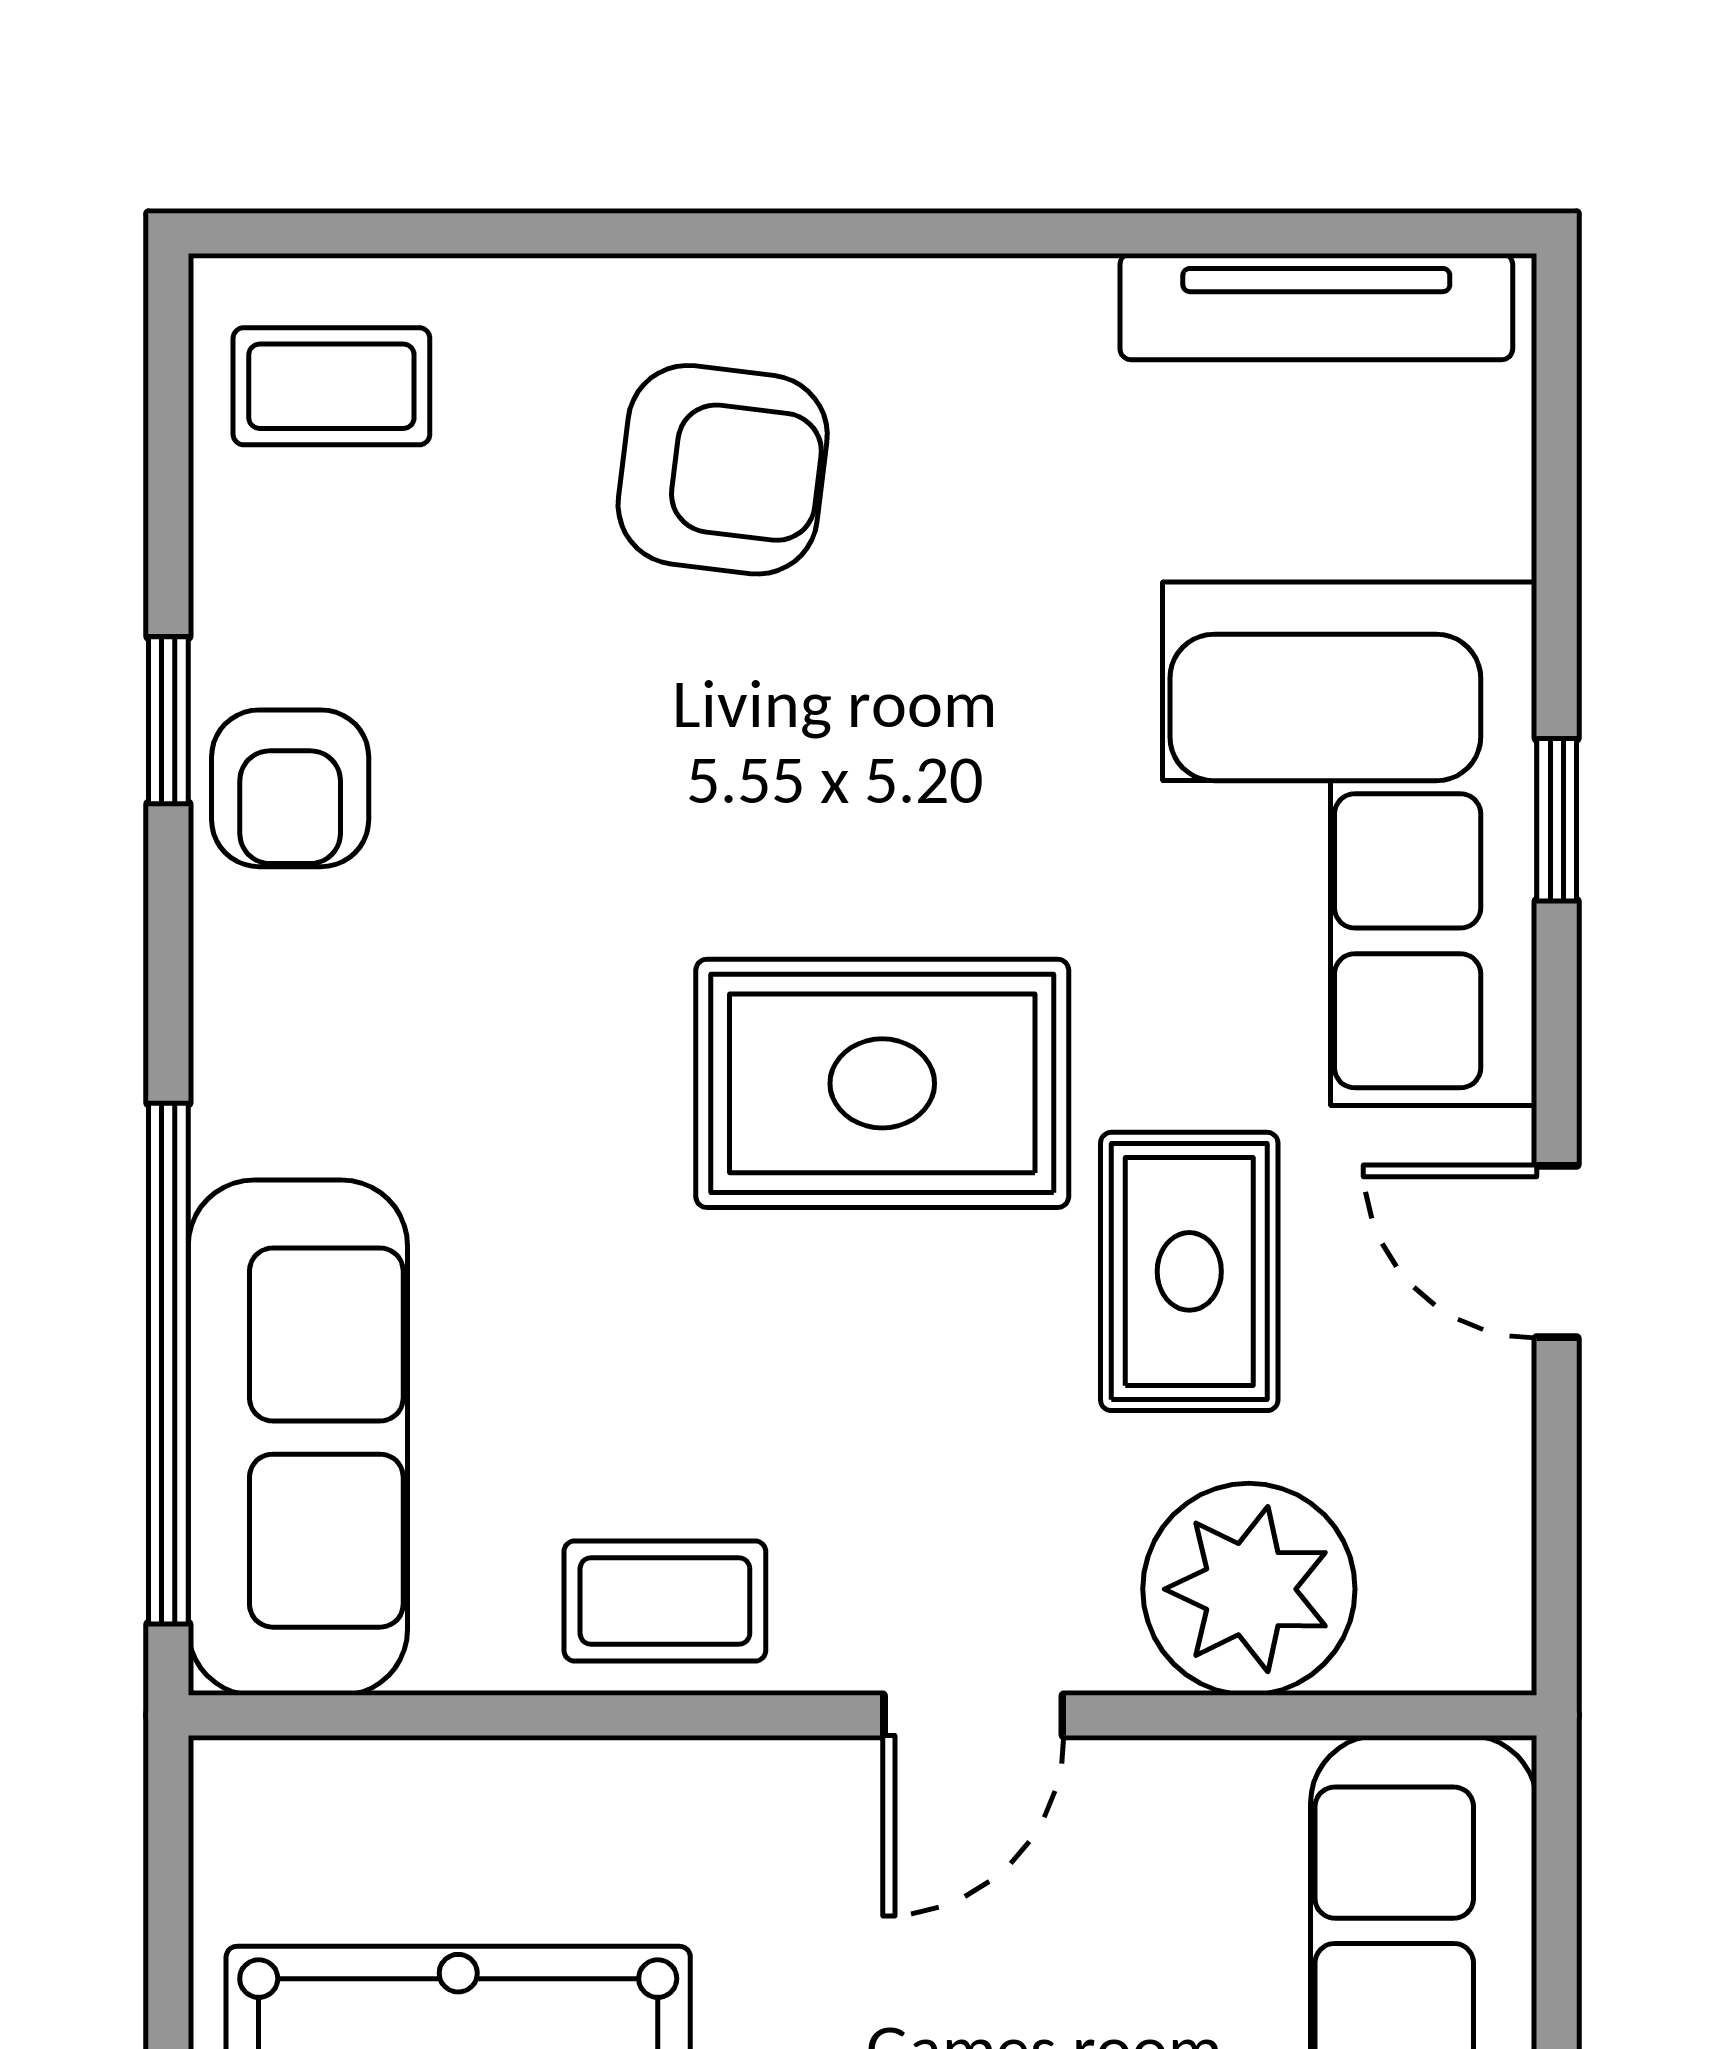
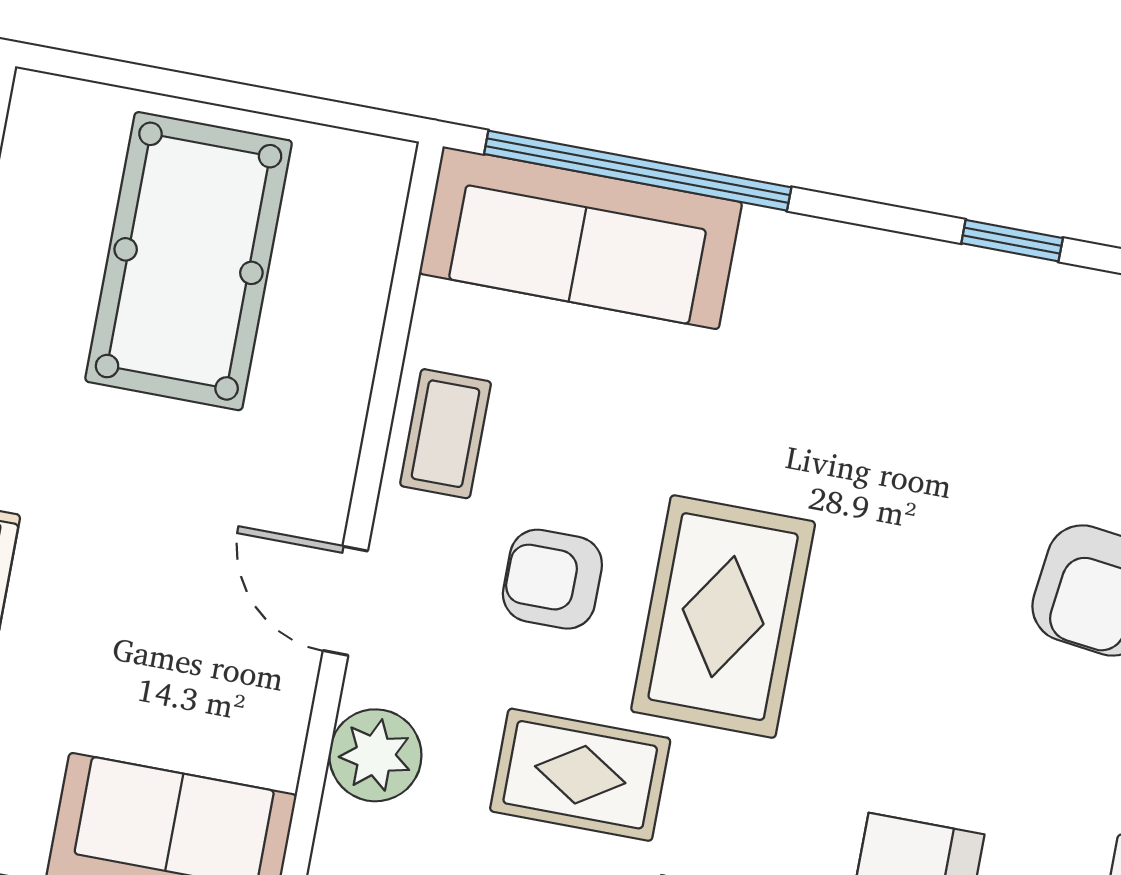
armchair: (290, 788) -> (552, 579), moved
plant: (1249, 1589) -> (375, 755), width x0.73, depth x0.73

